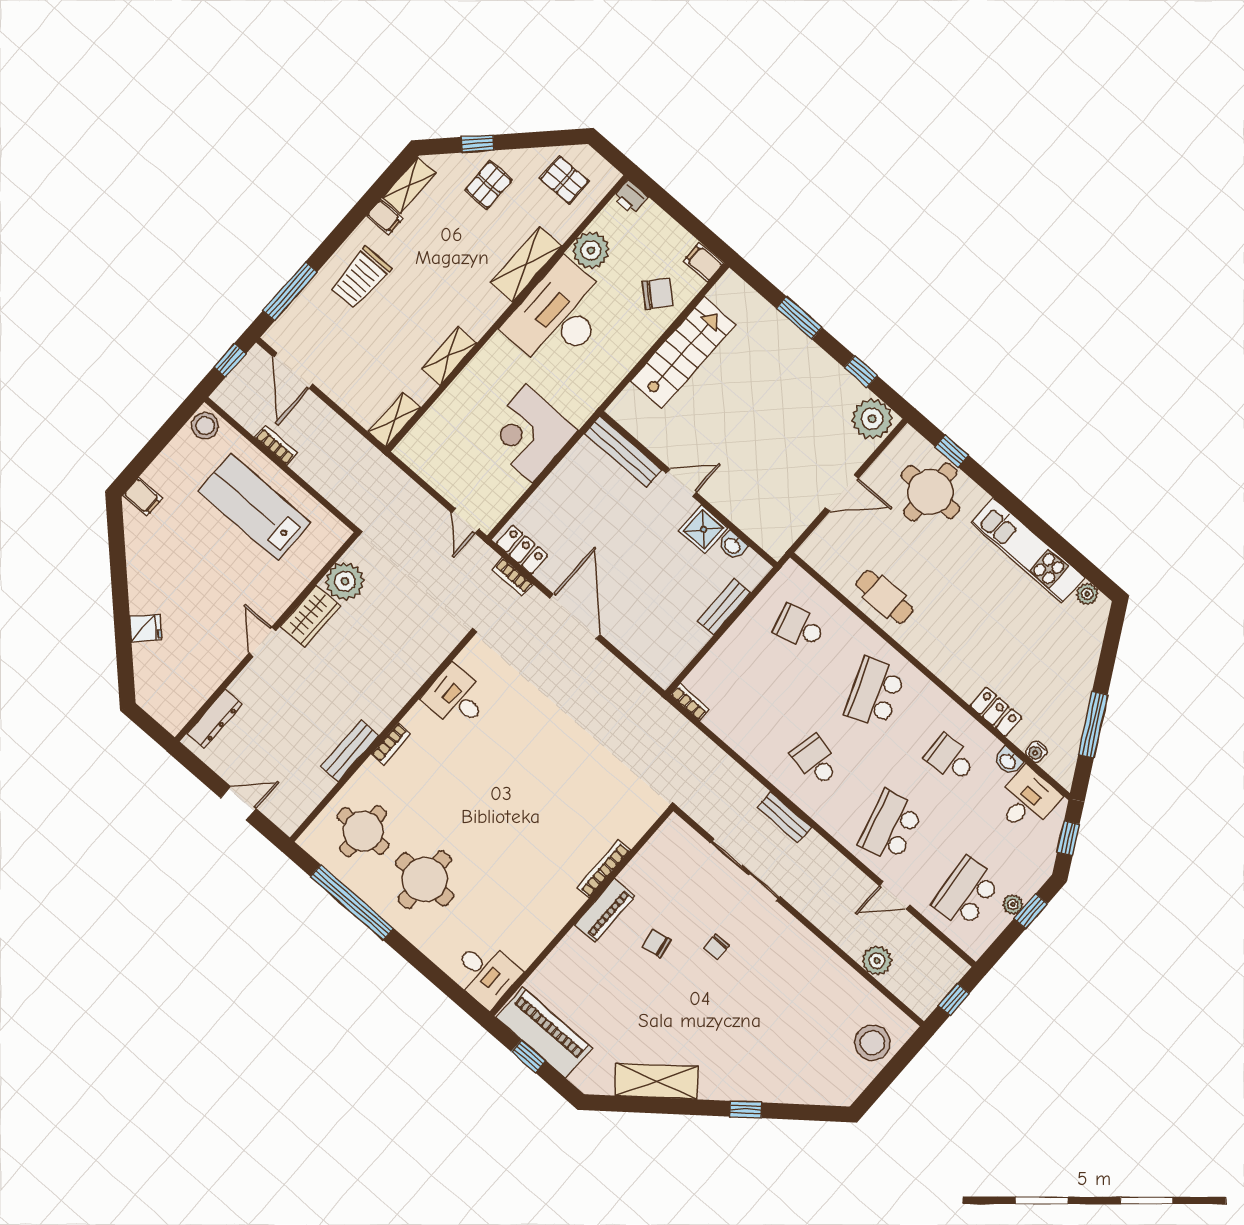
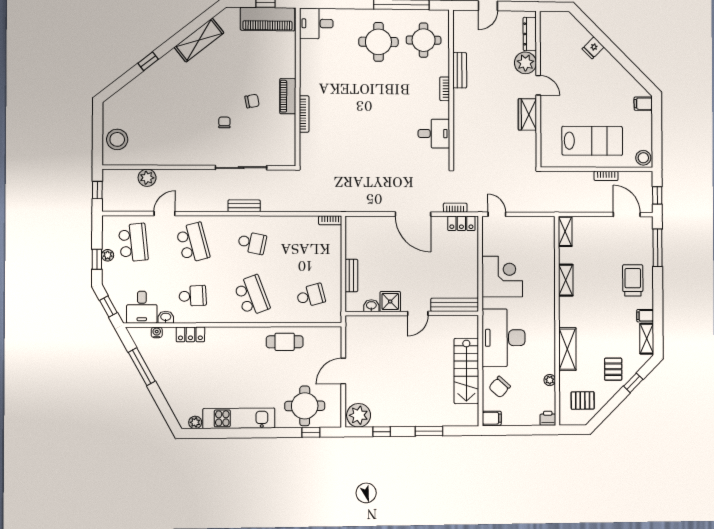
plant: (591, 250) -> (550, 380), width x0.53, depth x0.53
desk: (559, 316) -> (504, 338), moved, turned 180
plant: (345, 581) -> (525, 63), moved

